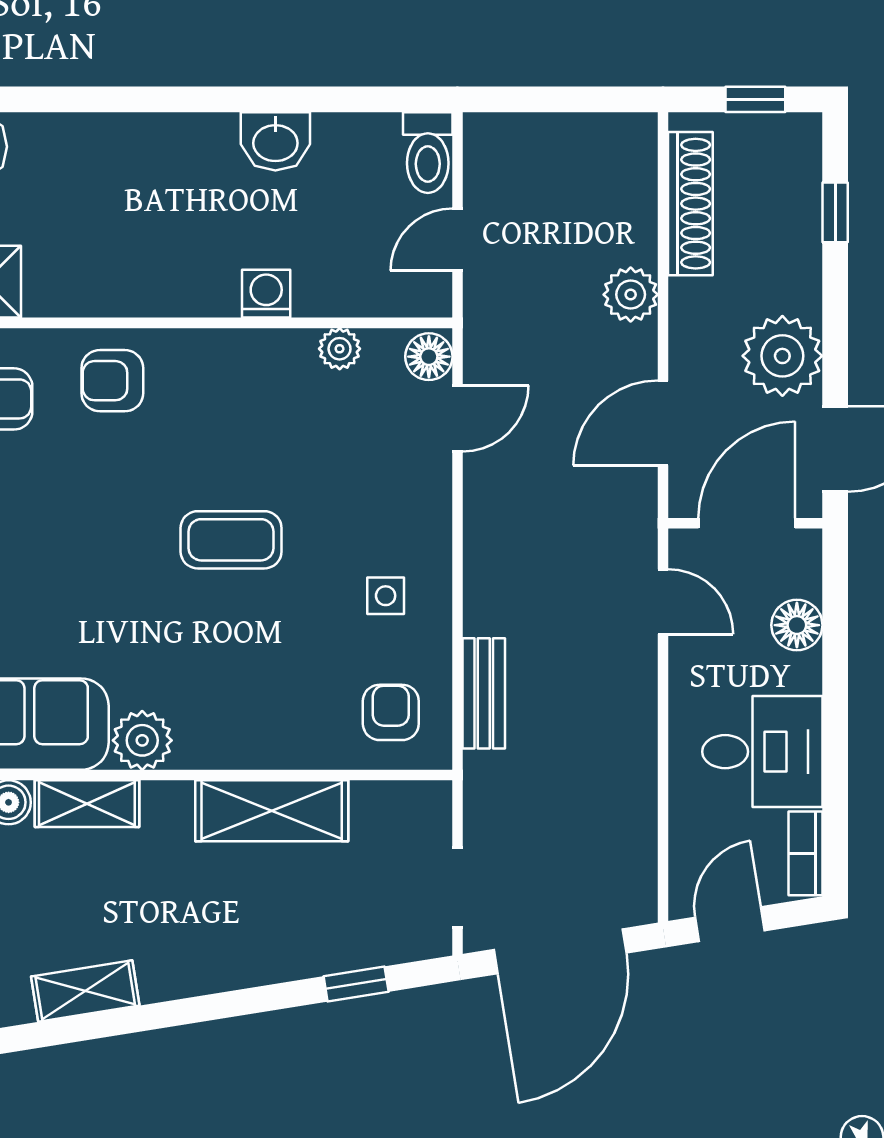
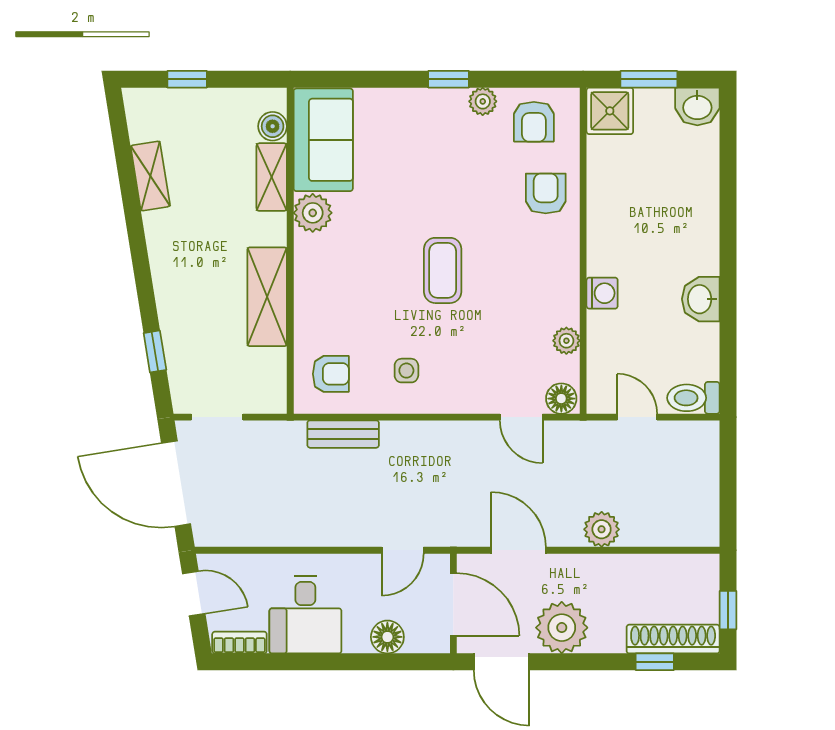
shoe rack: (690, 204) -> (673, 639), moved, turned 180

